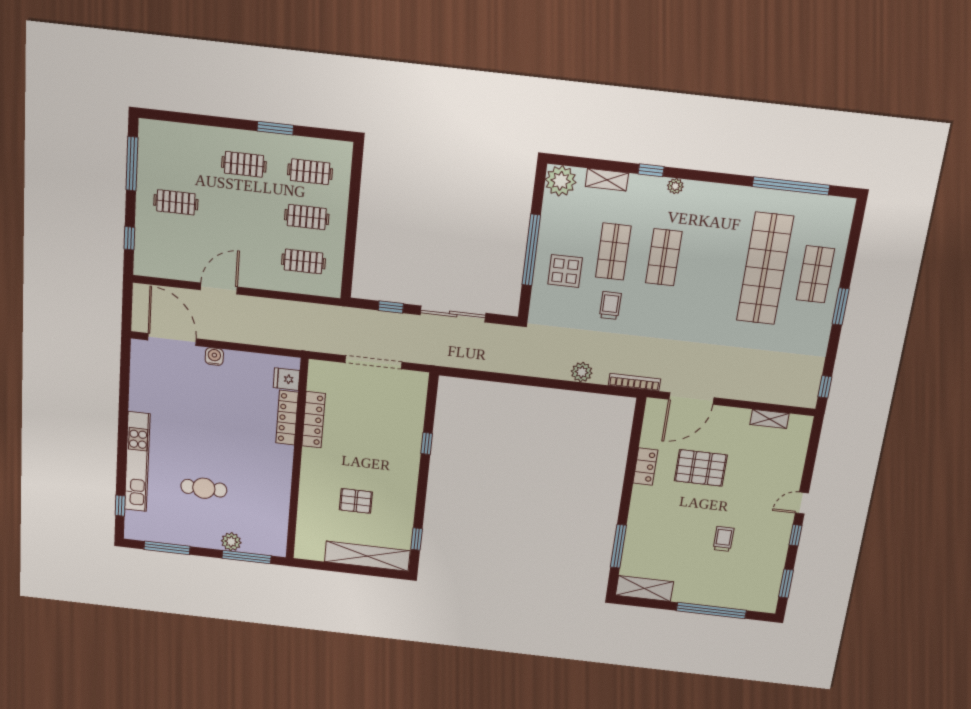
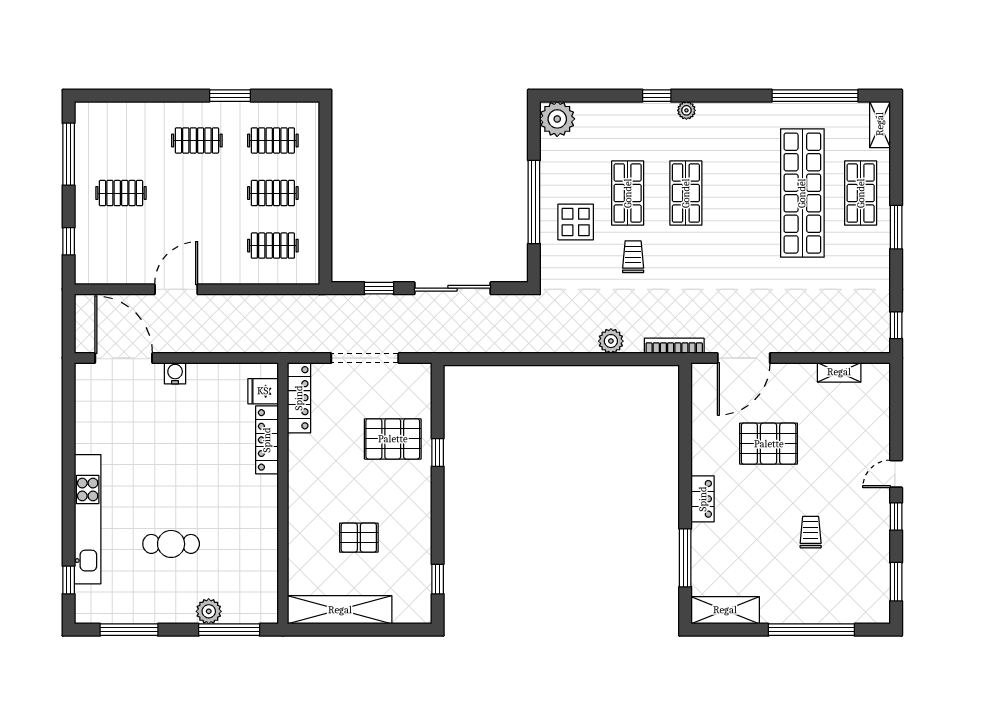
shelving: (607, 180) -> (880, 124), moved, turned 90
locker: (314, 420) -> (299, 398), moved
pallet: (391, 429) -> (393, 439), added
locker: (645, 467) -> (703, 499), moved
shelving: (367, 556) -> (340, 610), moved

